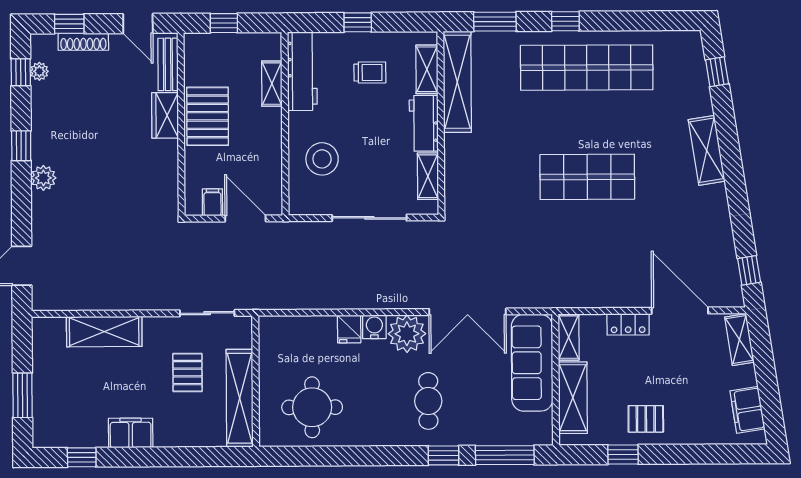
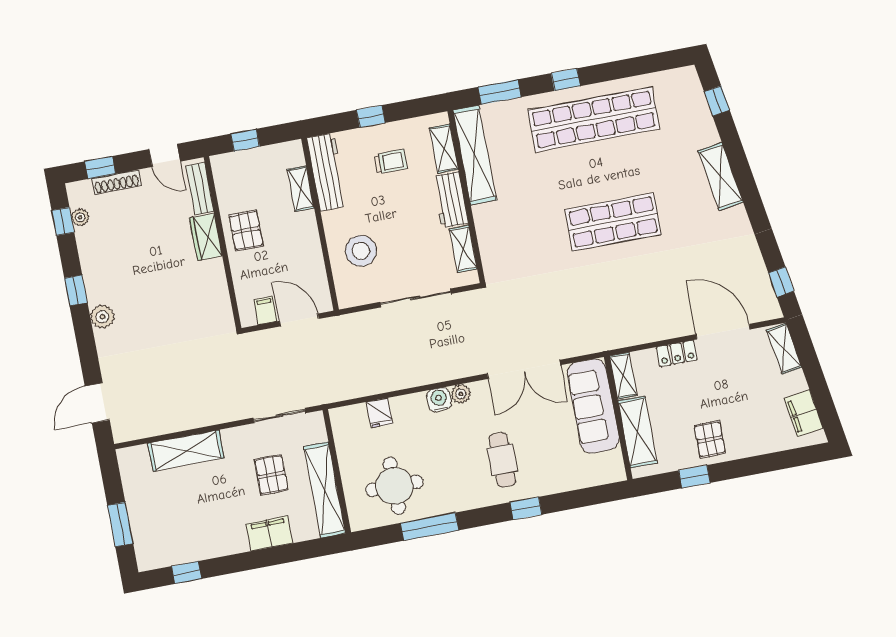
pallet: (208, 116) -> (246, 231), width x0.67, depth x0.71
fridge: (349, 329) -> (379, 413), moved
plant: (407, 334) -> (461, 394), width x0.53, depth x0.53
pallet: (646, 419) -> (710, 439), turned 90
filing cabinet: (131, 433) -> (269, 533), moved
window: (505, 455) -> (430, 527), moved

